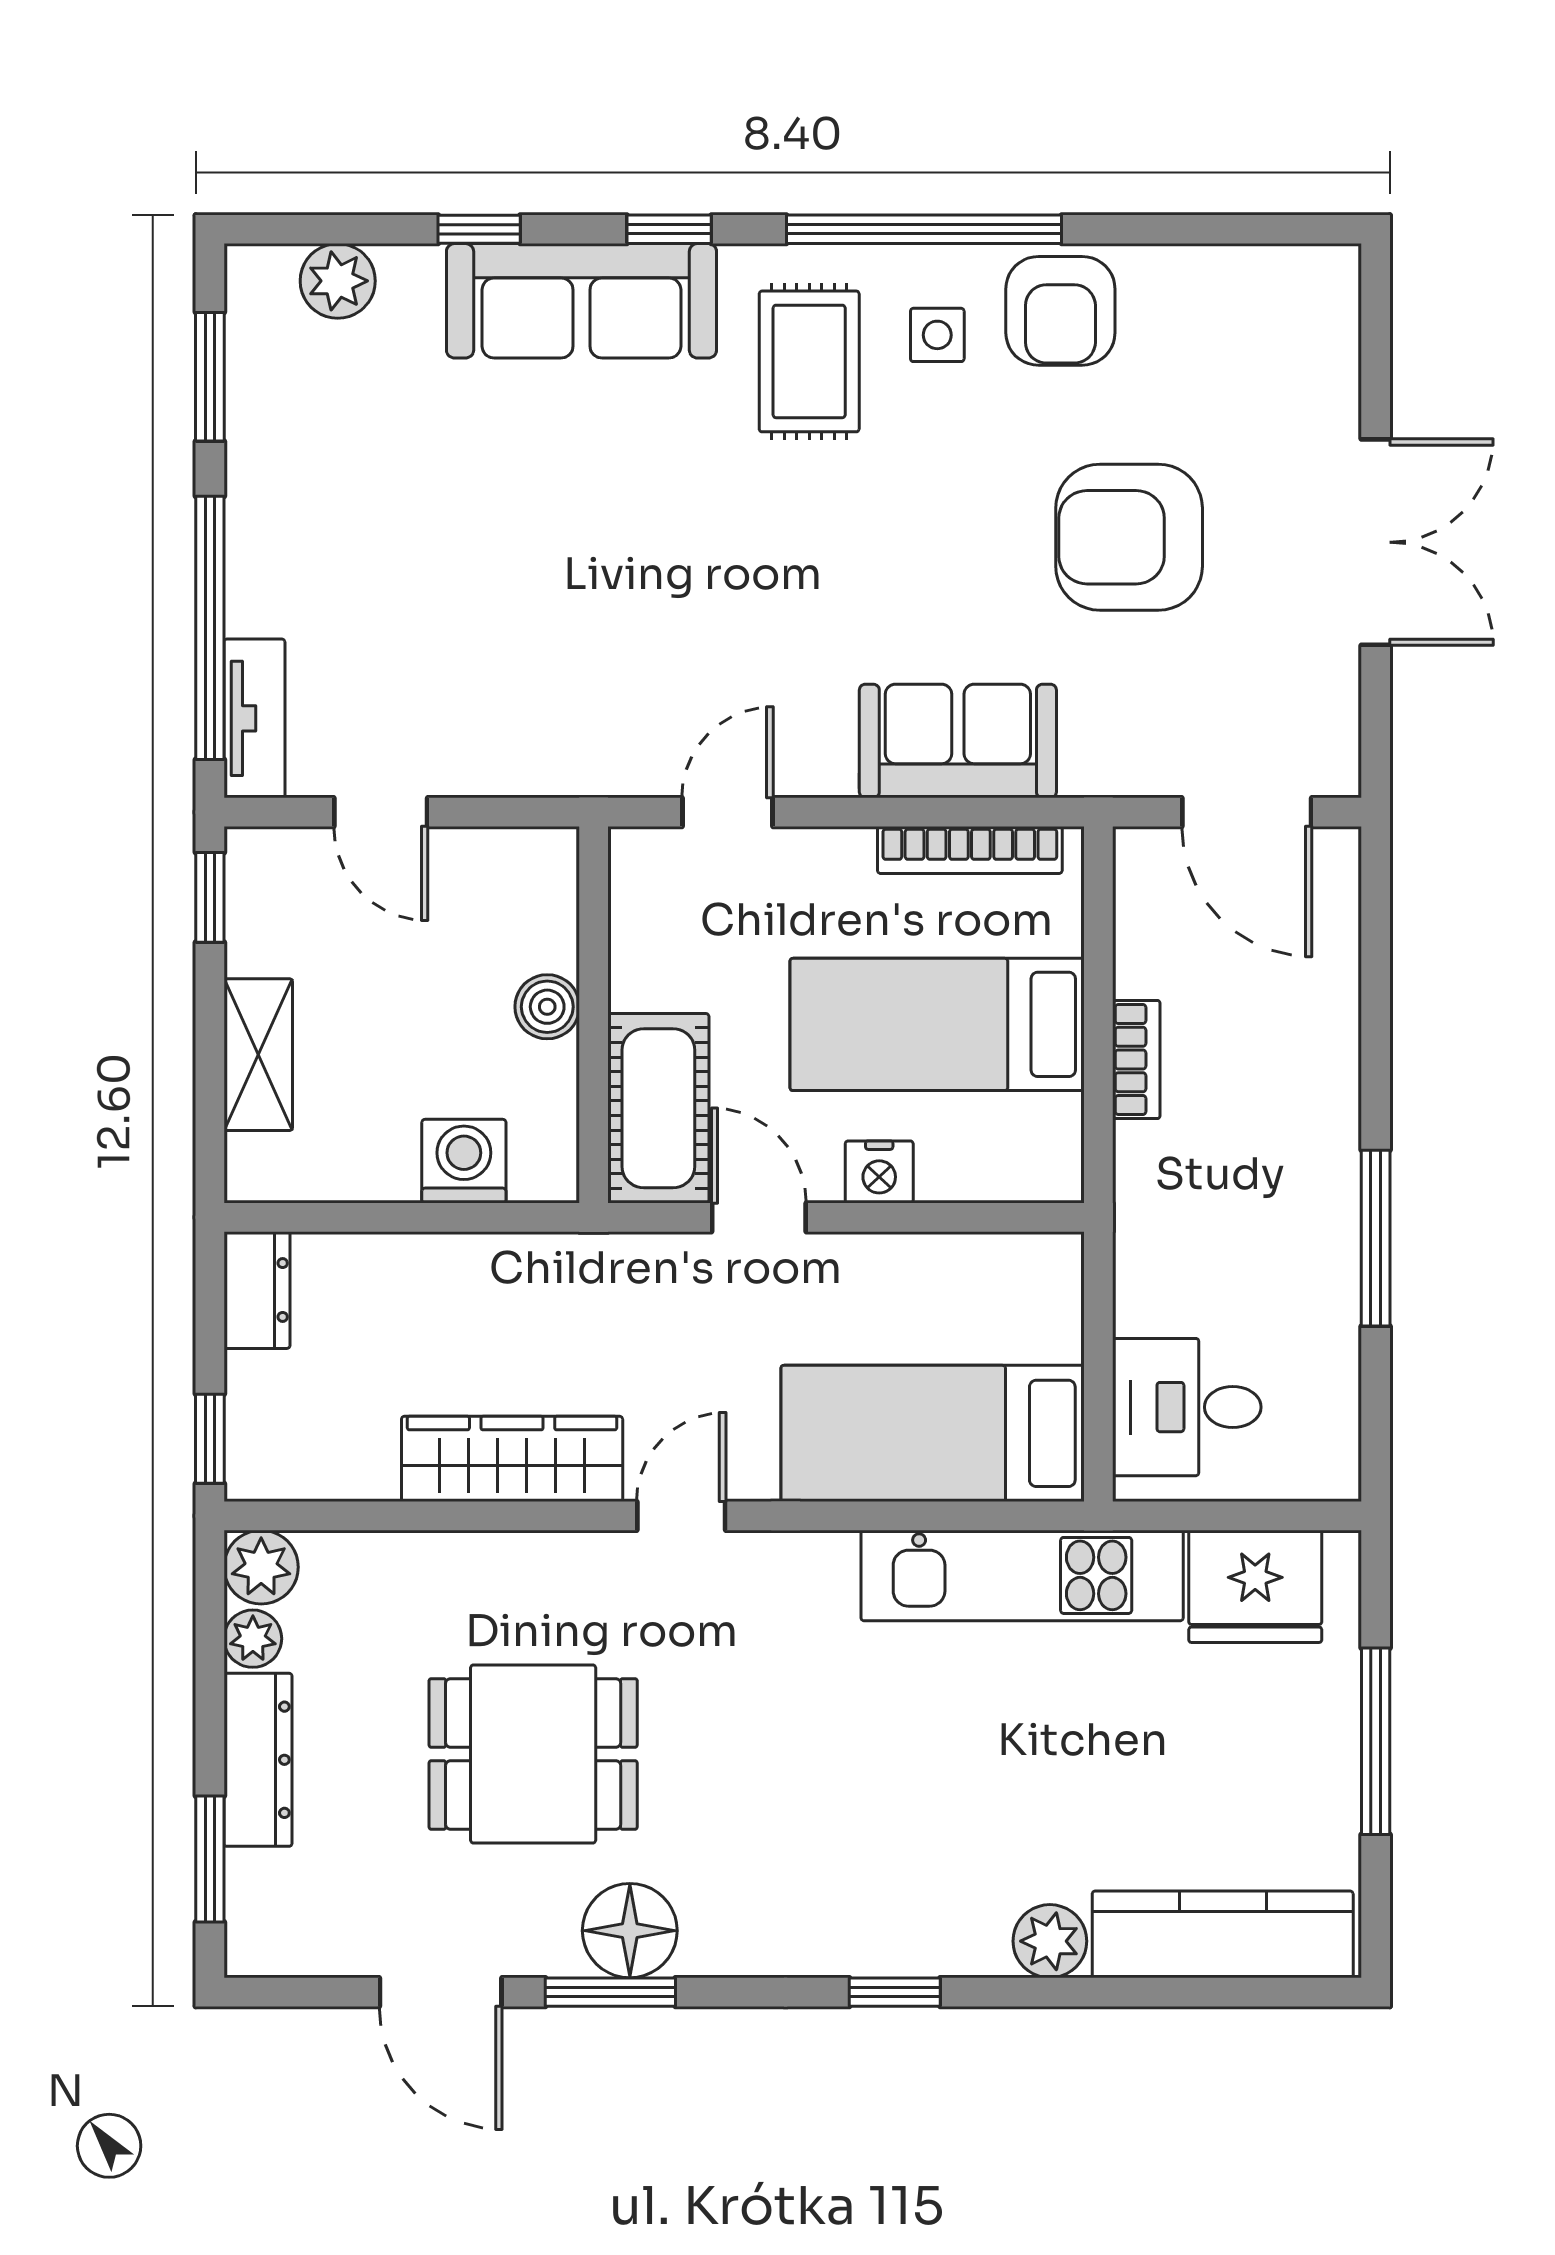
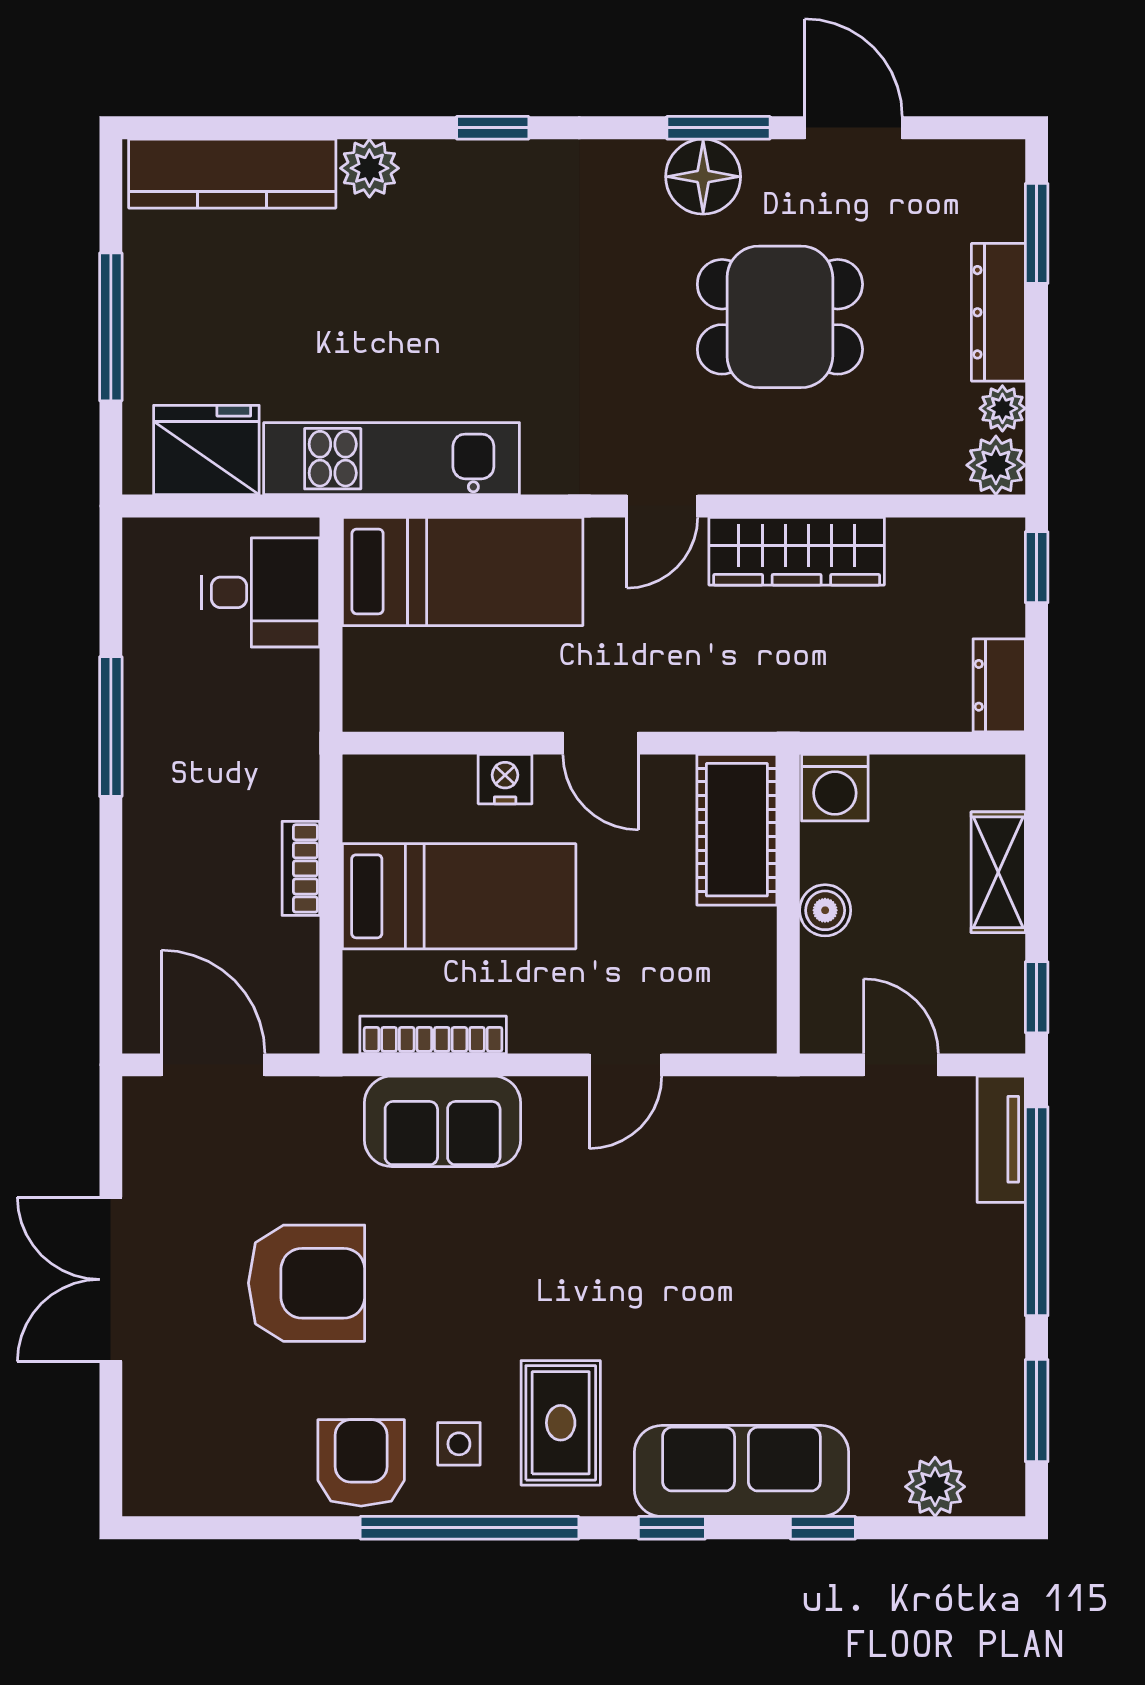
boiler: (547, 1007) -> (825, 910), moved
wall: (594, 1015) -> (788, 904), moved
cot: (658, 1108) -> (737, 830), moved

